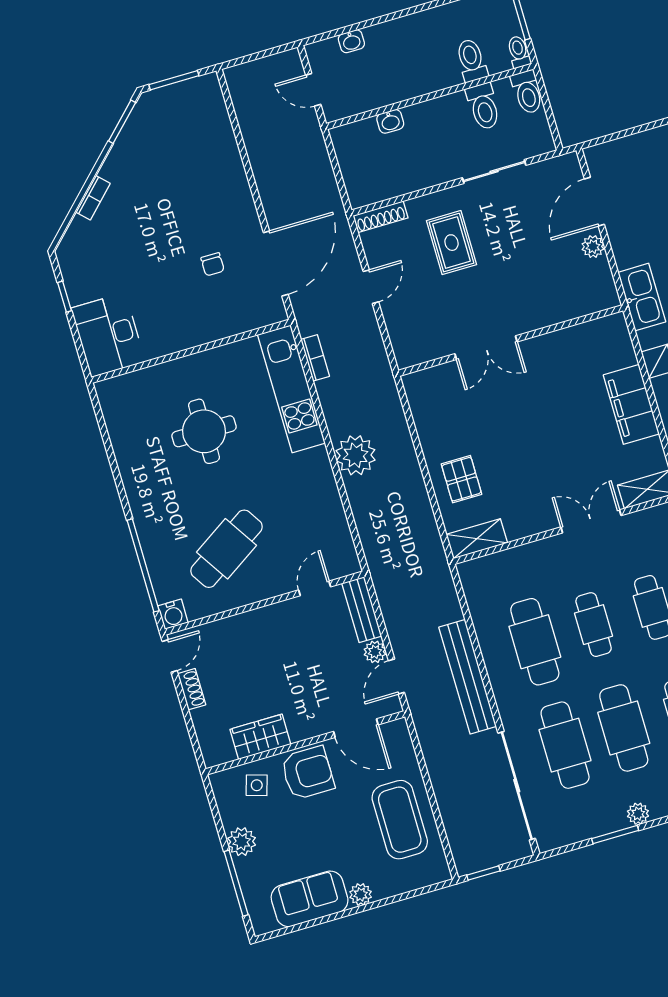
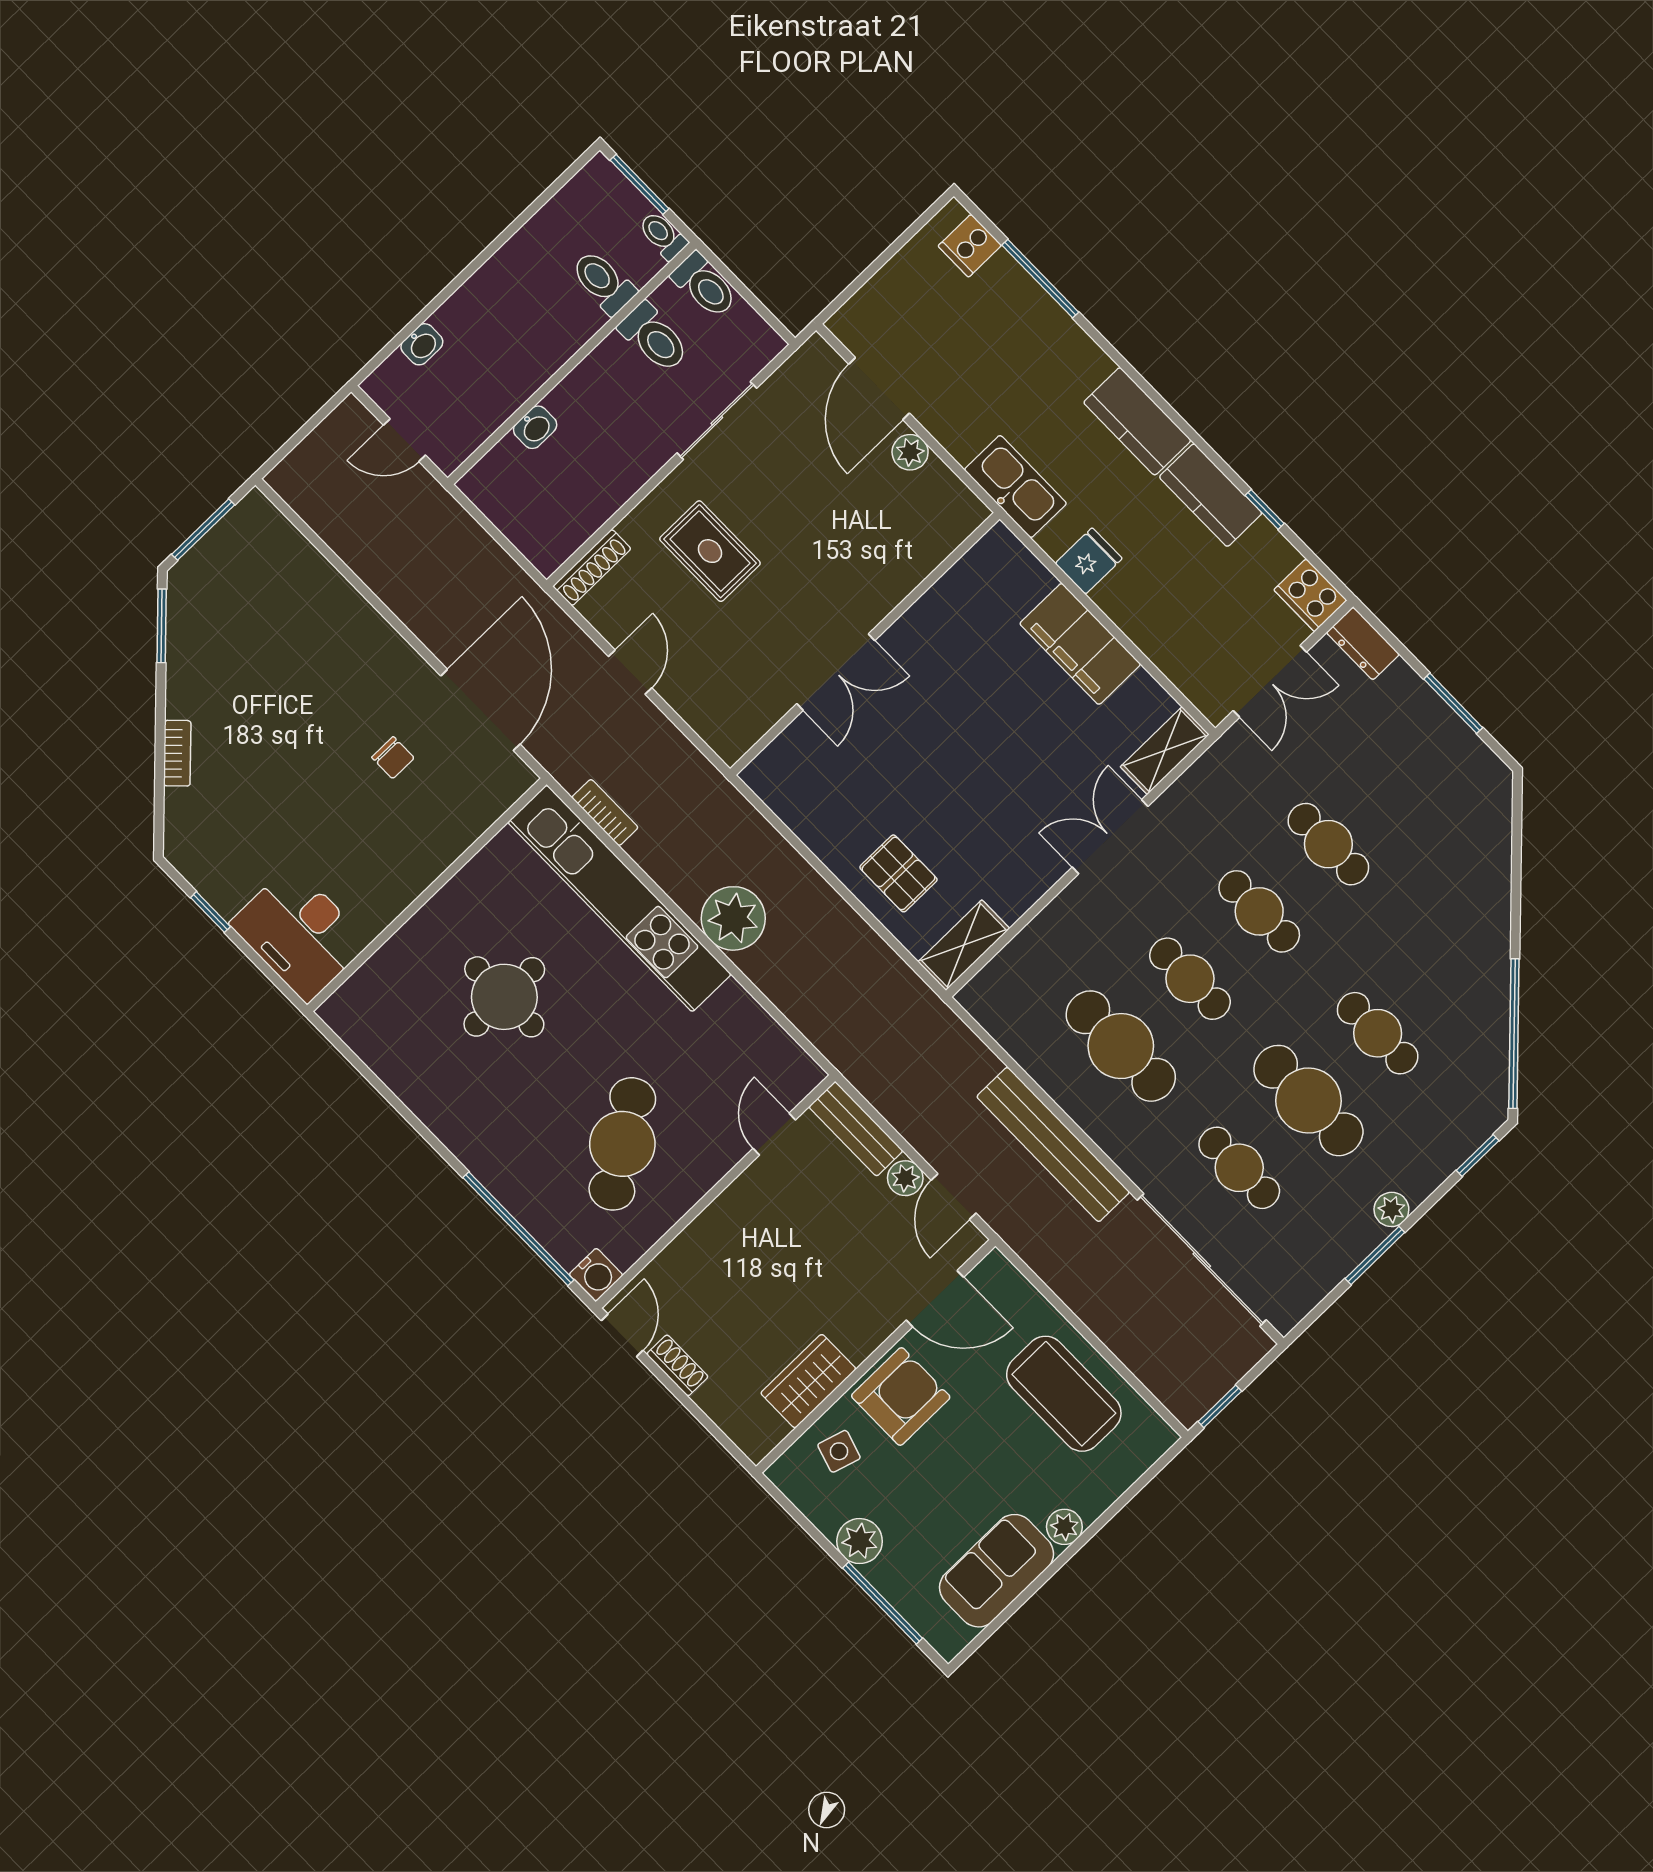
kitchen unit: (291, 389) -> (619, 898), width x1.36
cafe table: (565, 745) -> (1239, 1168), width x0.73, depth x0.74

